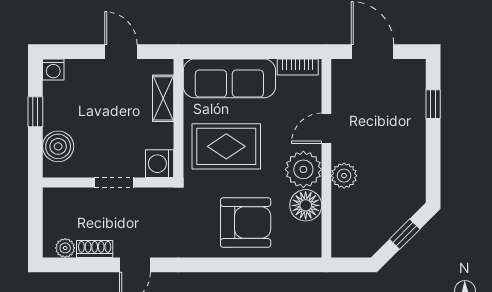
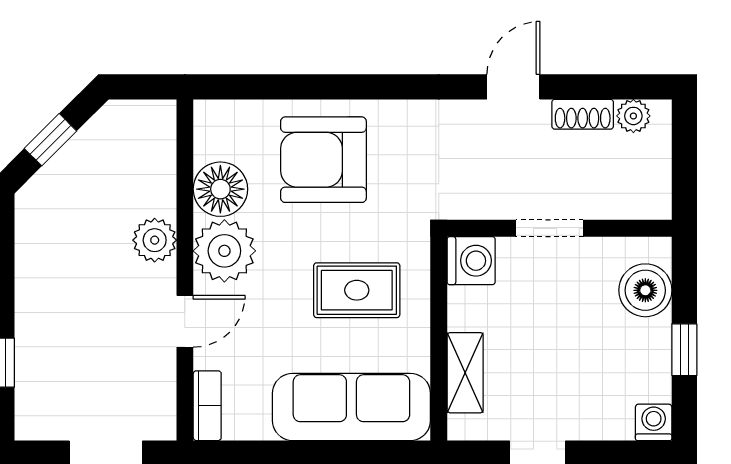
bookcase: (298, 67) -> (207, 406), moved, turned 90
rug: (226, 146) -> (357, 290), width x0.73, depth x0.70

